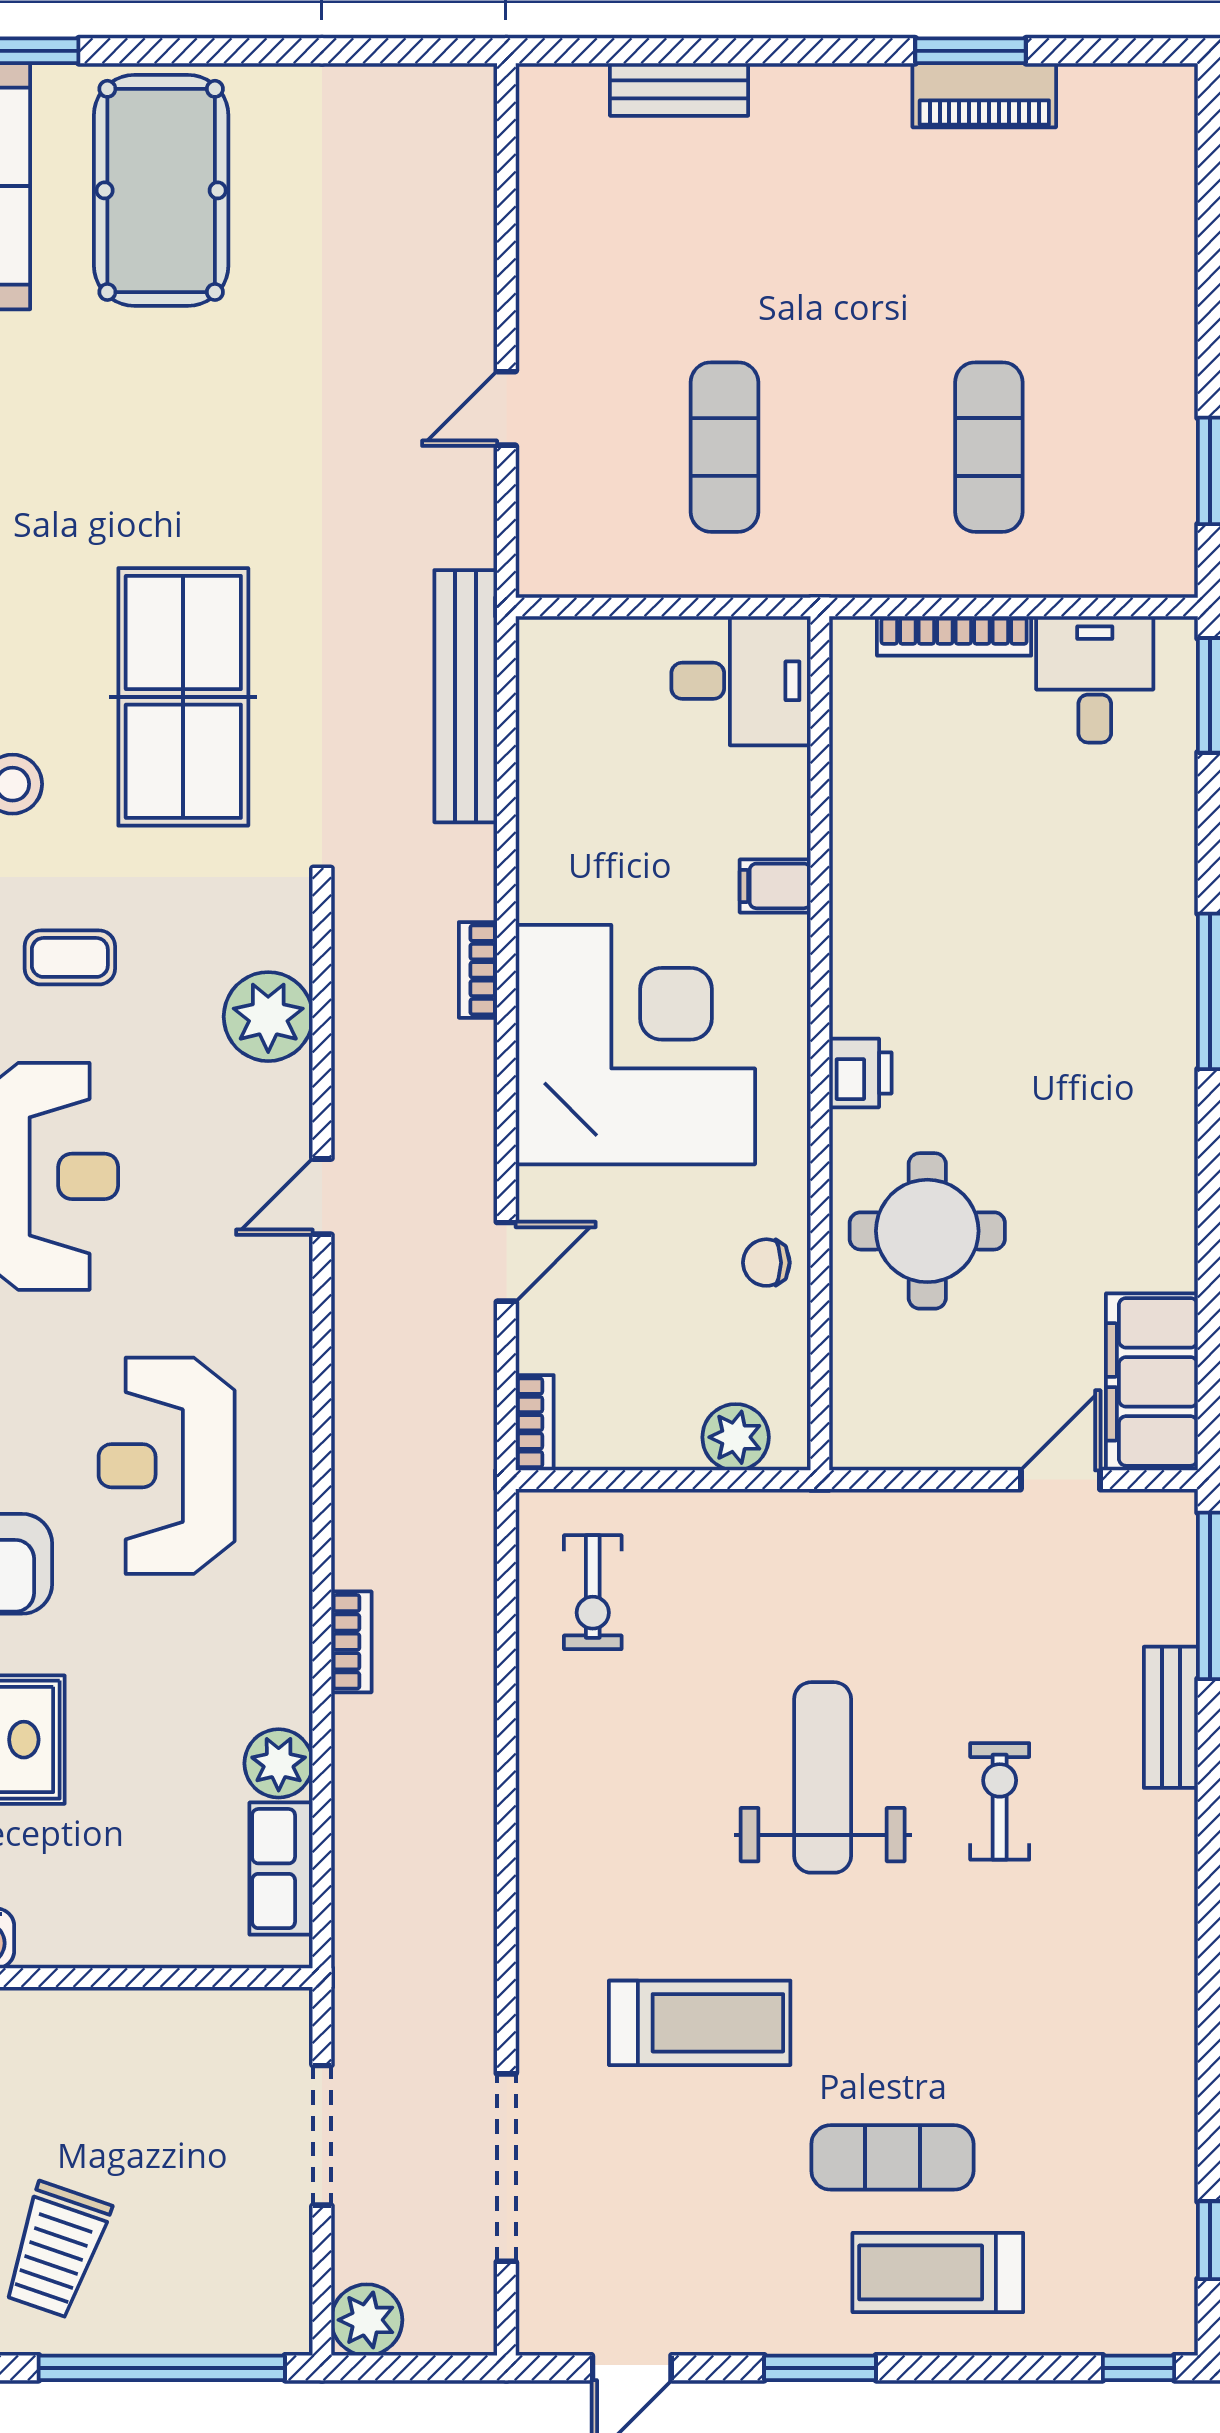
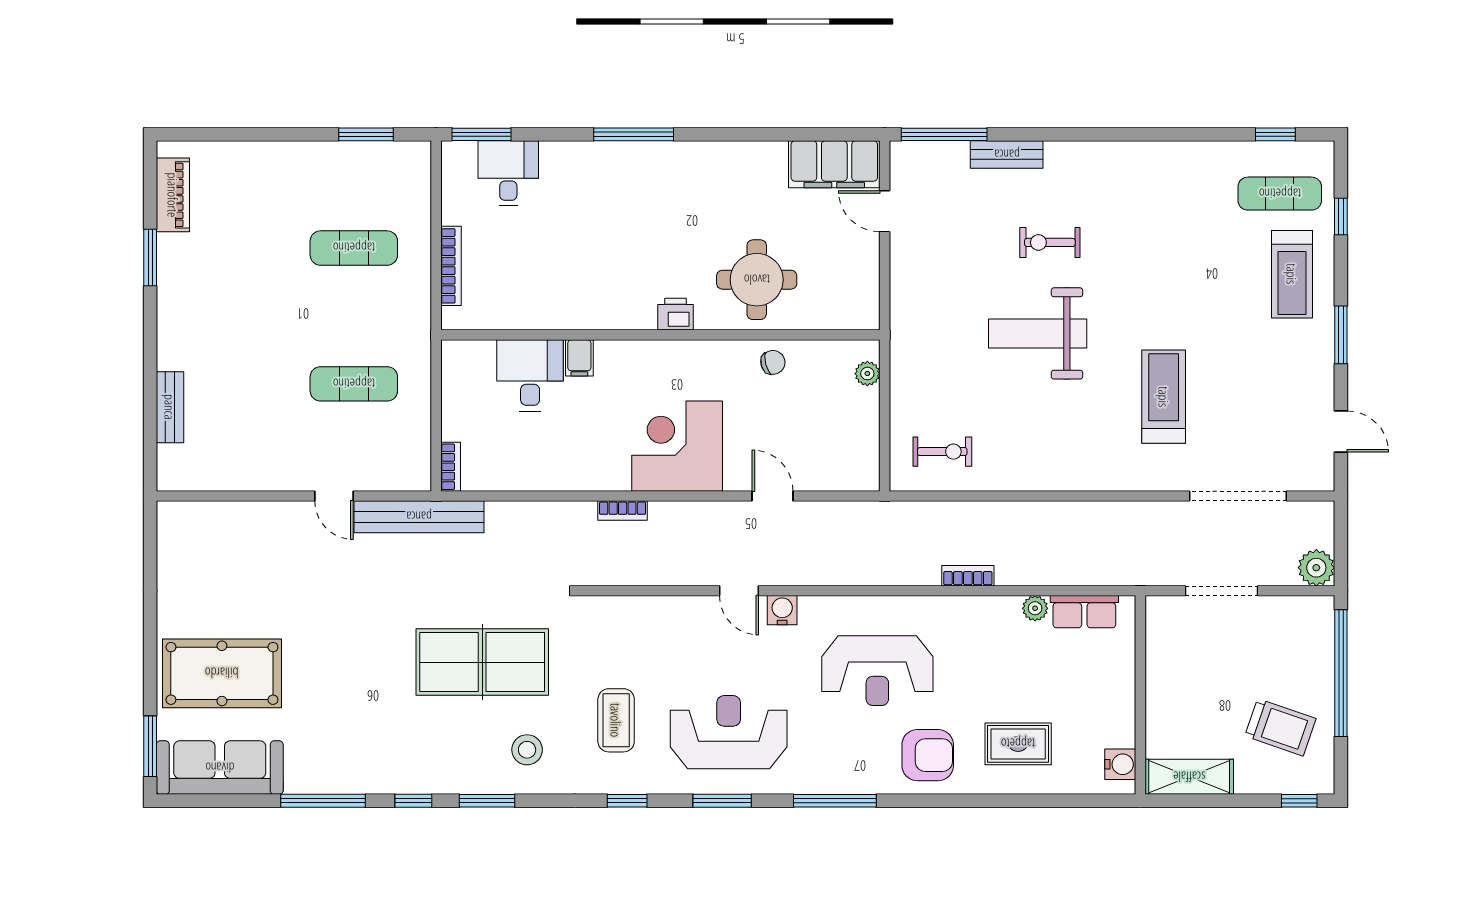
piano: (984, 95) -> (173, 195), moved
desk: (1095, 679) -> (508, 173), moved, turned 90
desk: (741, 681) -> (530, 375), moved
bench: (466, 696) -> (419, 517), moved
coffee table: (70, 957) -> (616, 720), width x1.36, depth x1.30
plant: (268, 1017) -> (646, 618), removed
corner desk: (635, 1045) -> (677, 446), width x0.74, depth x0.74
chair: (766, 1263) -> (773, 362), turned -105
water cooler: (284, 1281) -> (782, 610), added
bookcase: (535, 1423) -> (451, 467), moved, turned 90
plant: (736, 1437) -> (867, 374), width x0.73, depth x0.73
plant: (279, 1763) -> (1035, 608), width x0.73, depth x0.73
exercise mat: (892, 2157) -> (1280, 194), moved, turned 90
window: (1139, 2368) -> (1341, 216), moved

